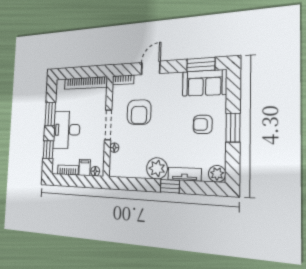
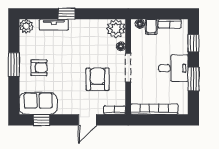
window: (201, 65) -> (41, 120), width x0.67
desk: (67, 130) -> (173, 68), width x0.73
plant: (157, 168) -> (116, 29), moved

